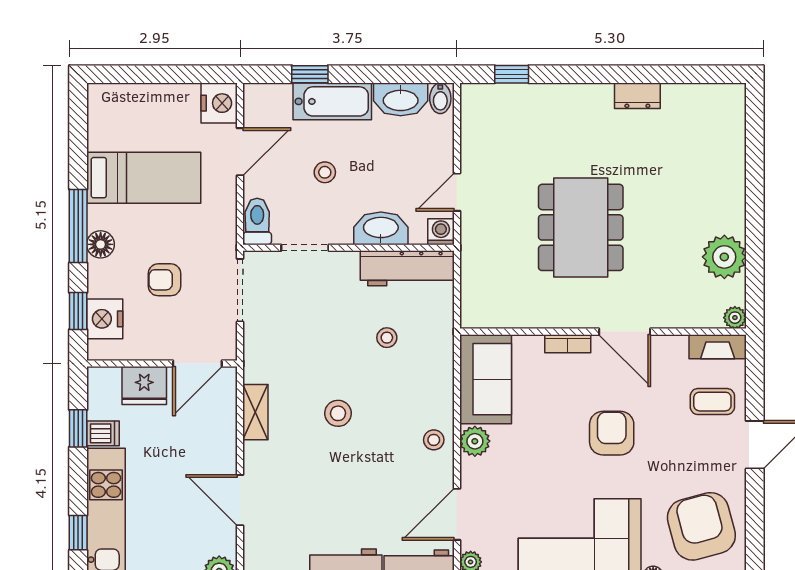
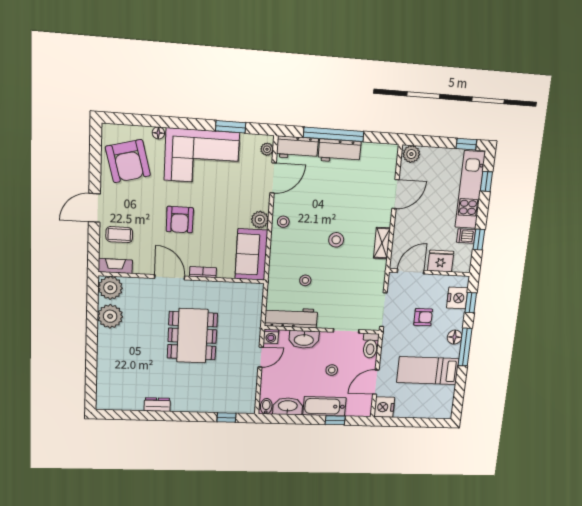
plant: (735, 318) -> (110, 288), width x1.88, depth x1.88
door: (240, 500) -> (395, 194), hinge flipped

